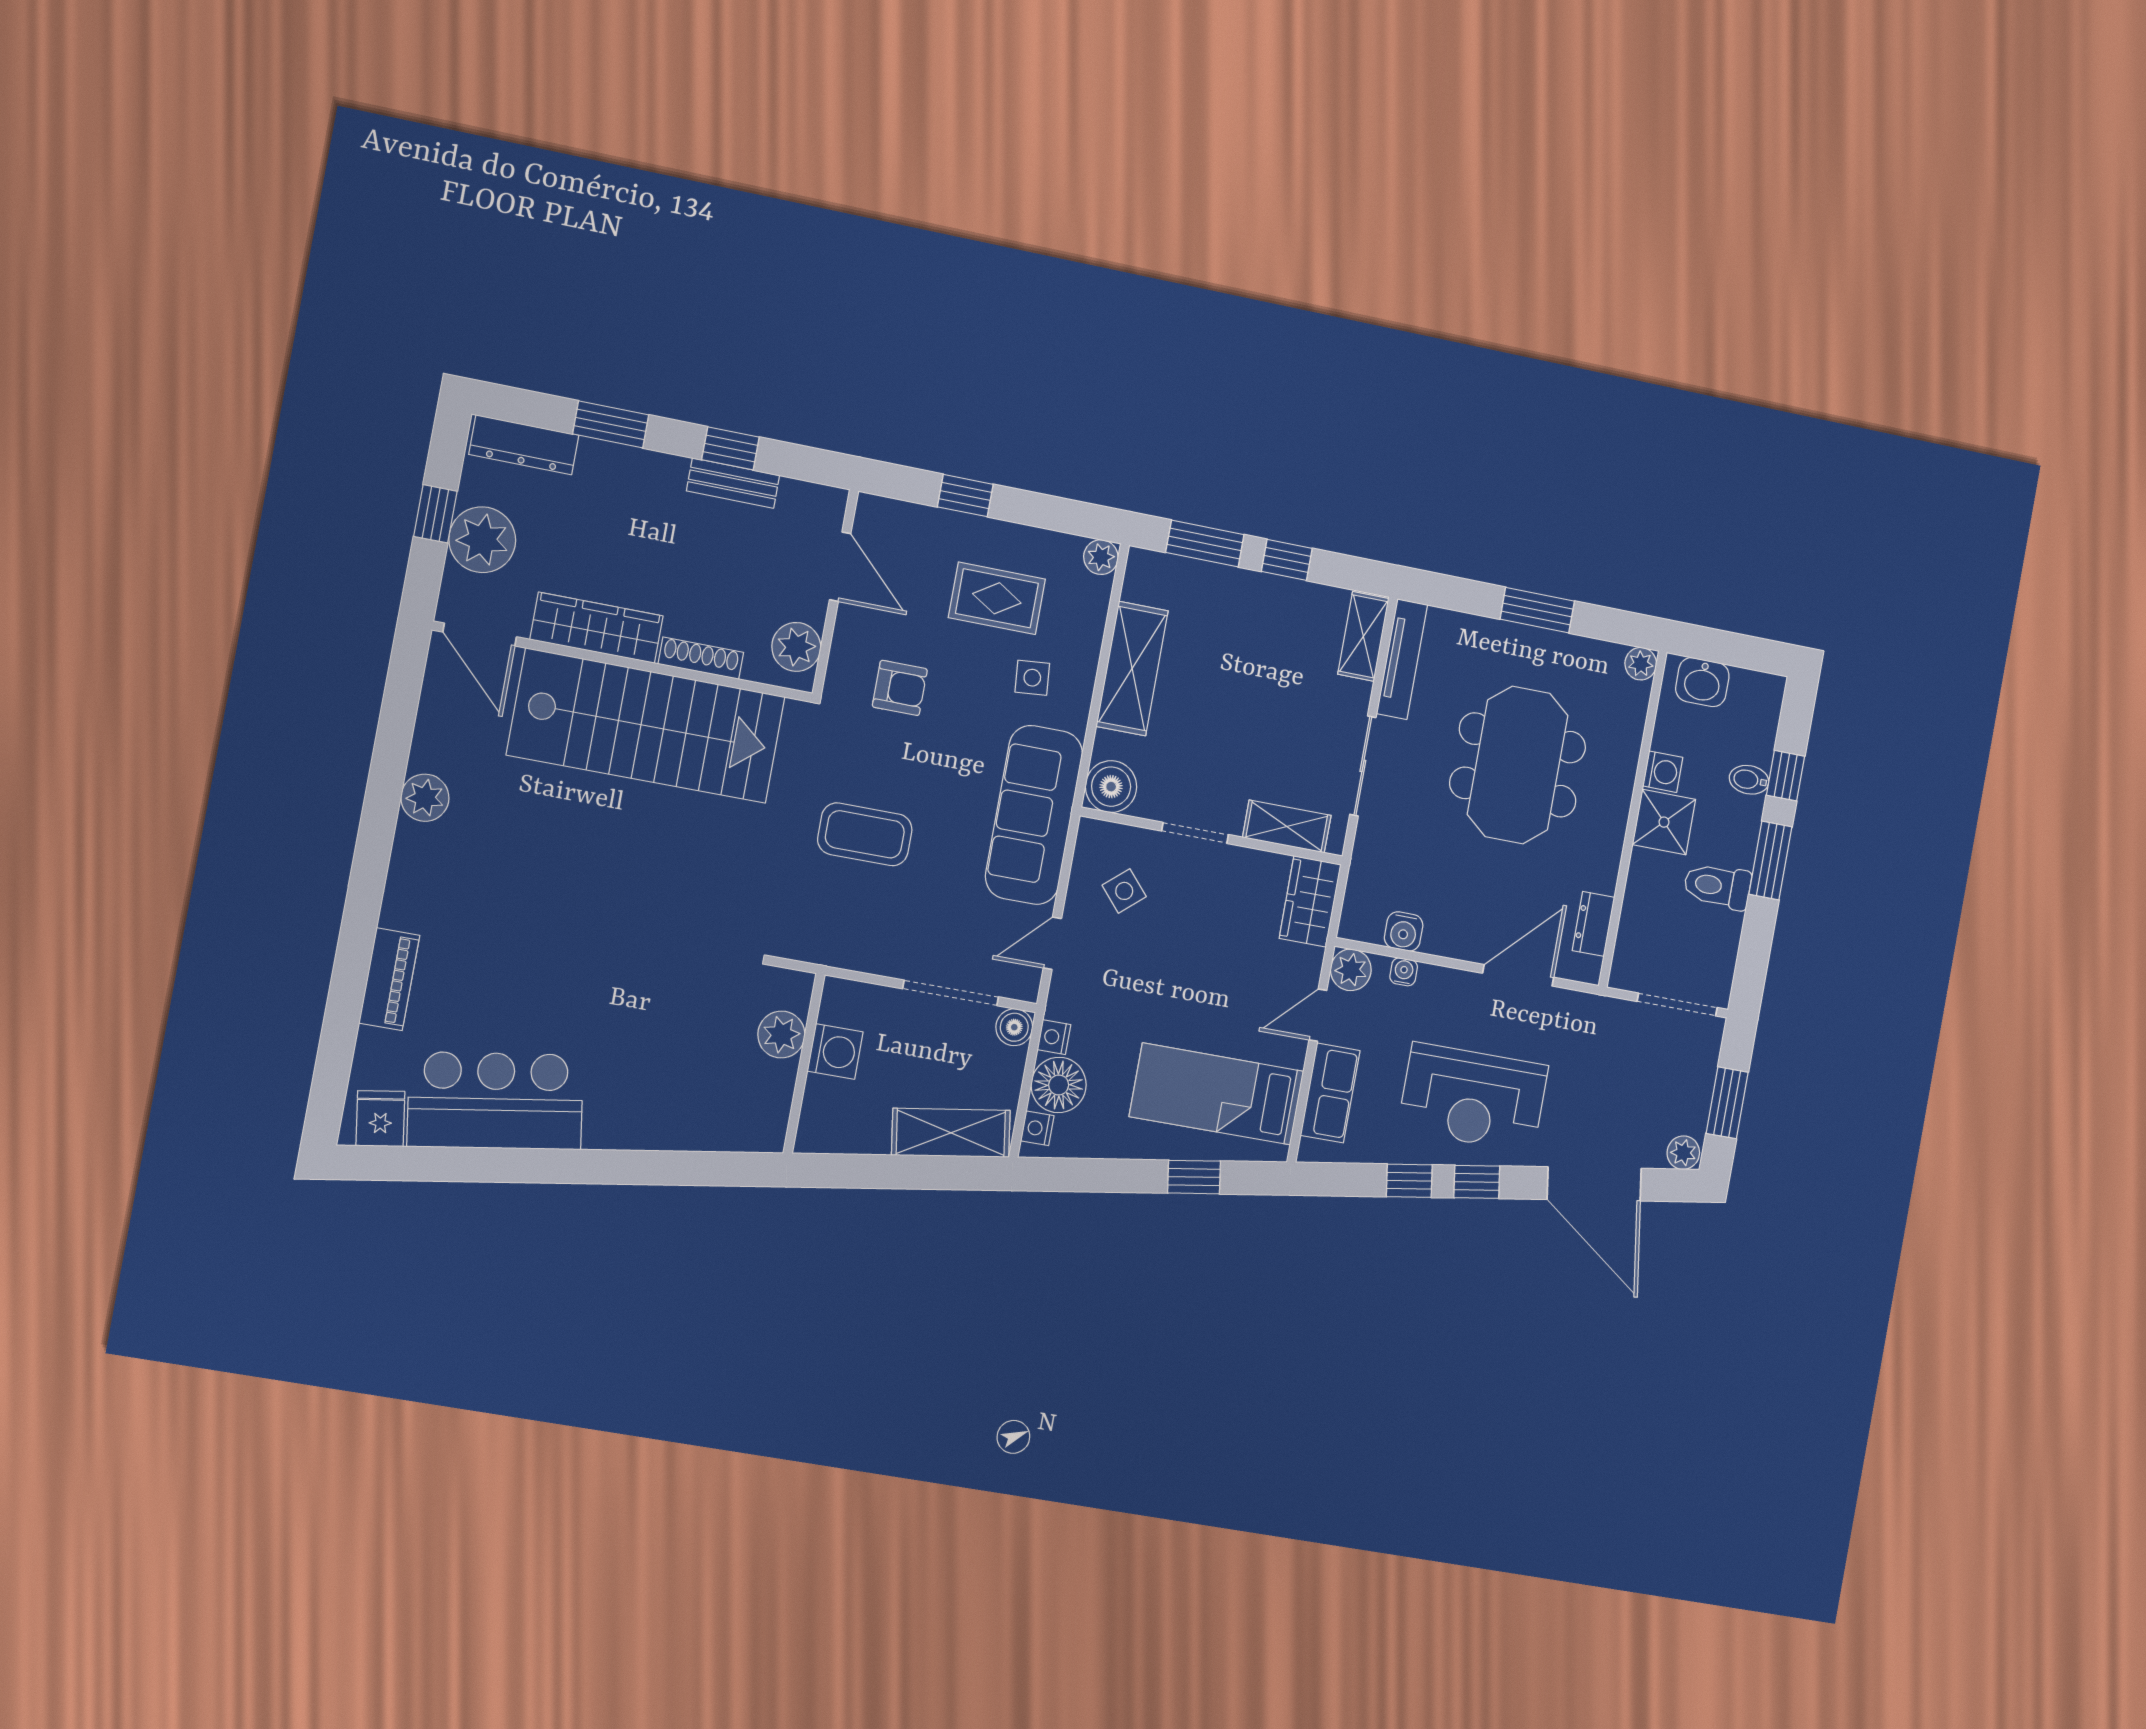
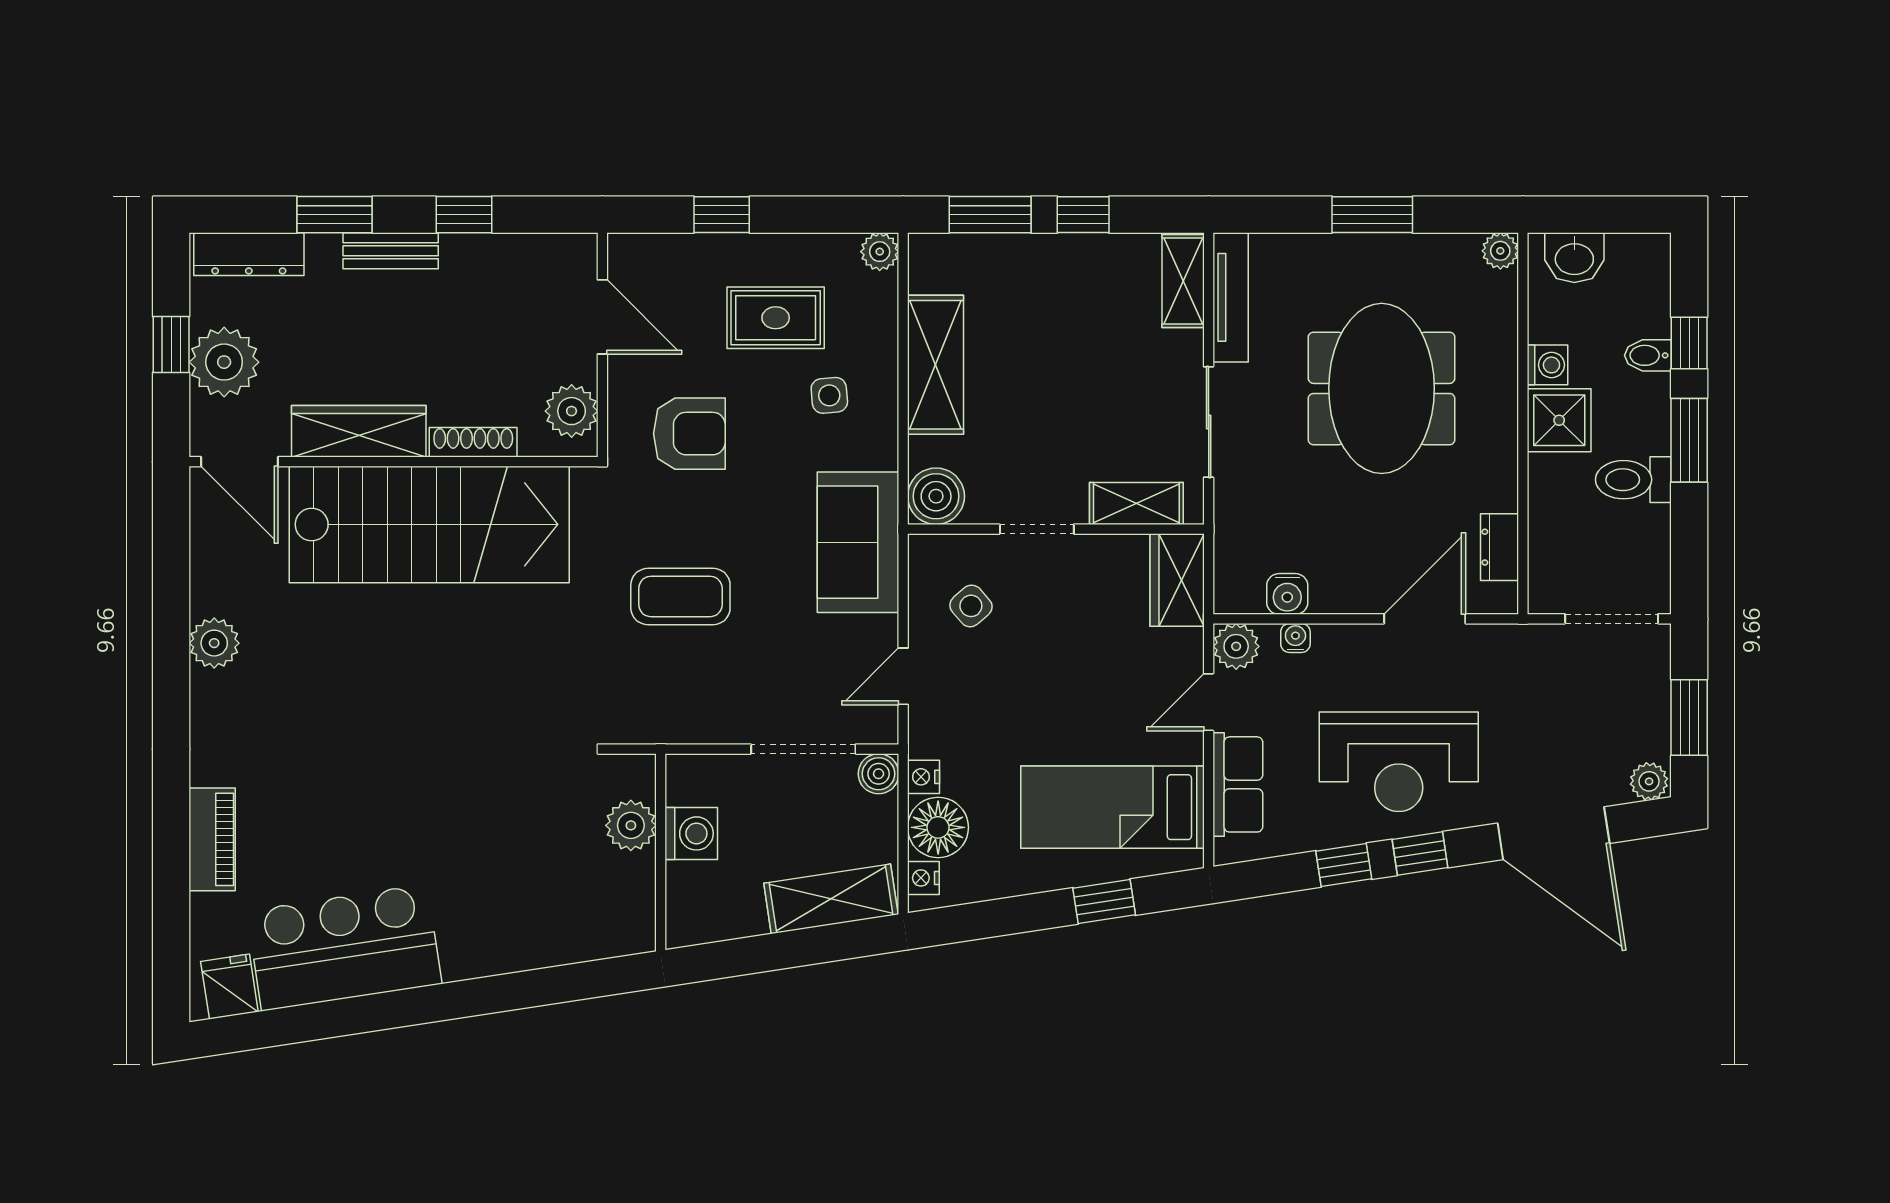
bench: (733, 483) -> (391, 251), moved
armchair: (900, 688) -> (689, 434), width x1.38, depth x1.38
sofa: (1034, 815) -> (858, 542), width x0.73

